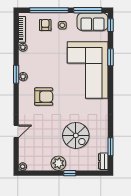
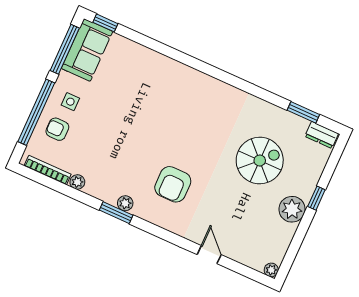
window: (111, 57) -> (158, 47), removed
corner sofa: (88, 70) -> (162, 93), removed
armchair: (44, 97) -> (173, 184), turned 180

